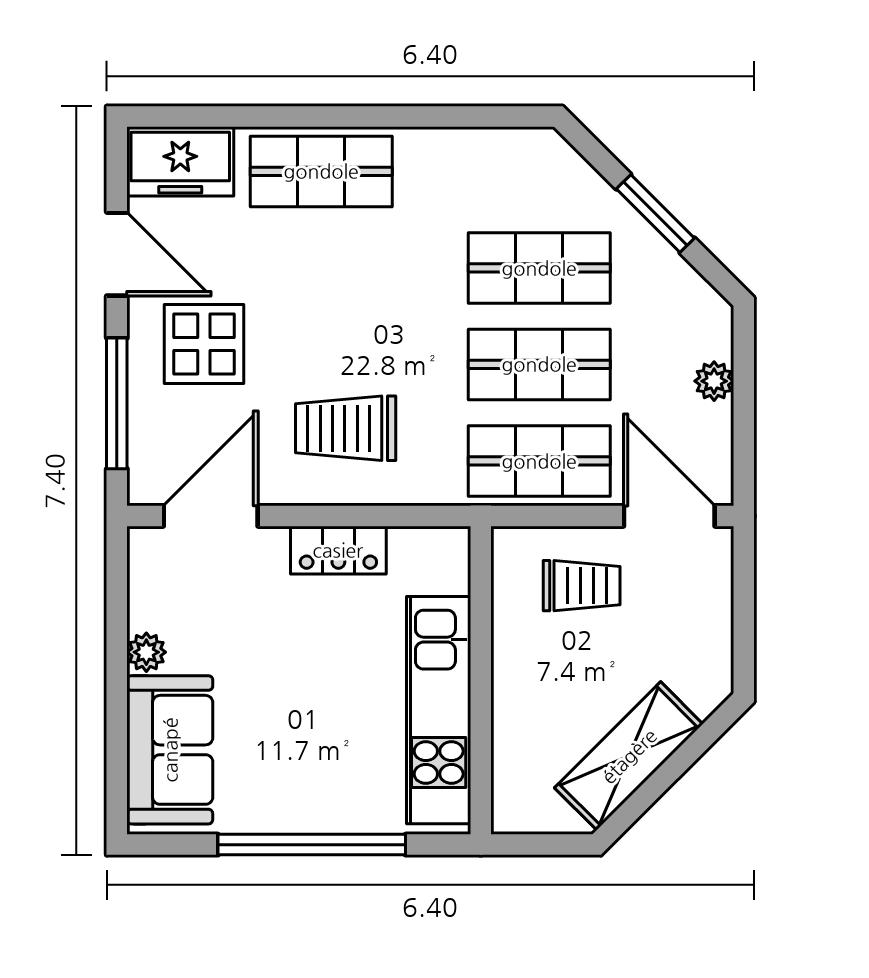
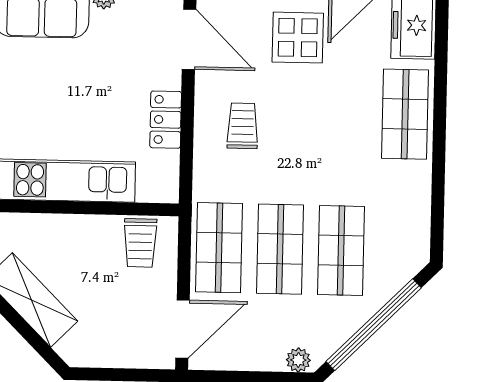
window: (655, 214) -> (374, 325), width x2.11
plant: (714, 381) -> (298, 360), moved
trolley: (346, 428) -> (243, 126), width x0.73, depth x0.72
trolley: (582, 586) -> (140, 243), moved

